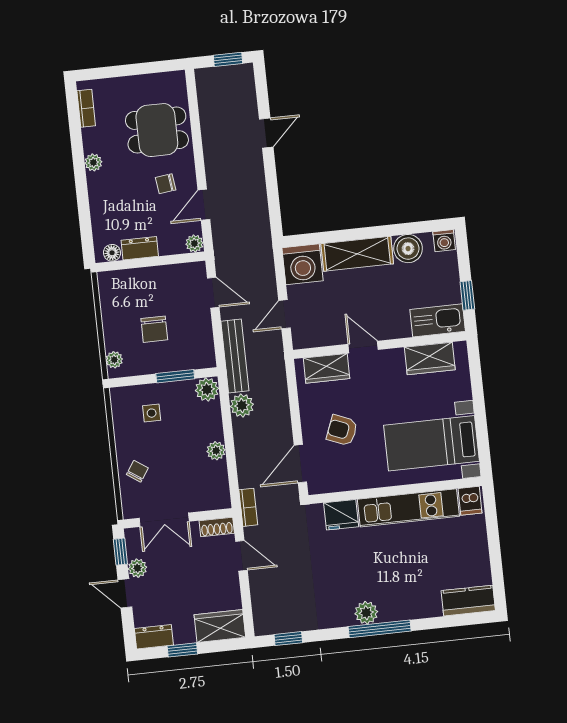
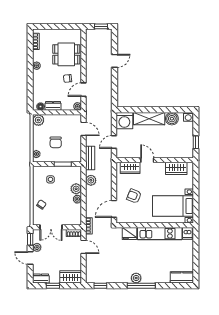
plant: (110, 283) -> (38, 120), added
kitchen sink: (438, 320) -> (182, 152), removed
bench: (235, 356) -> (90, 158), width x0.73
plant: (207, 389) -> (76, 189), moved

